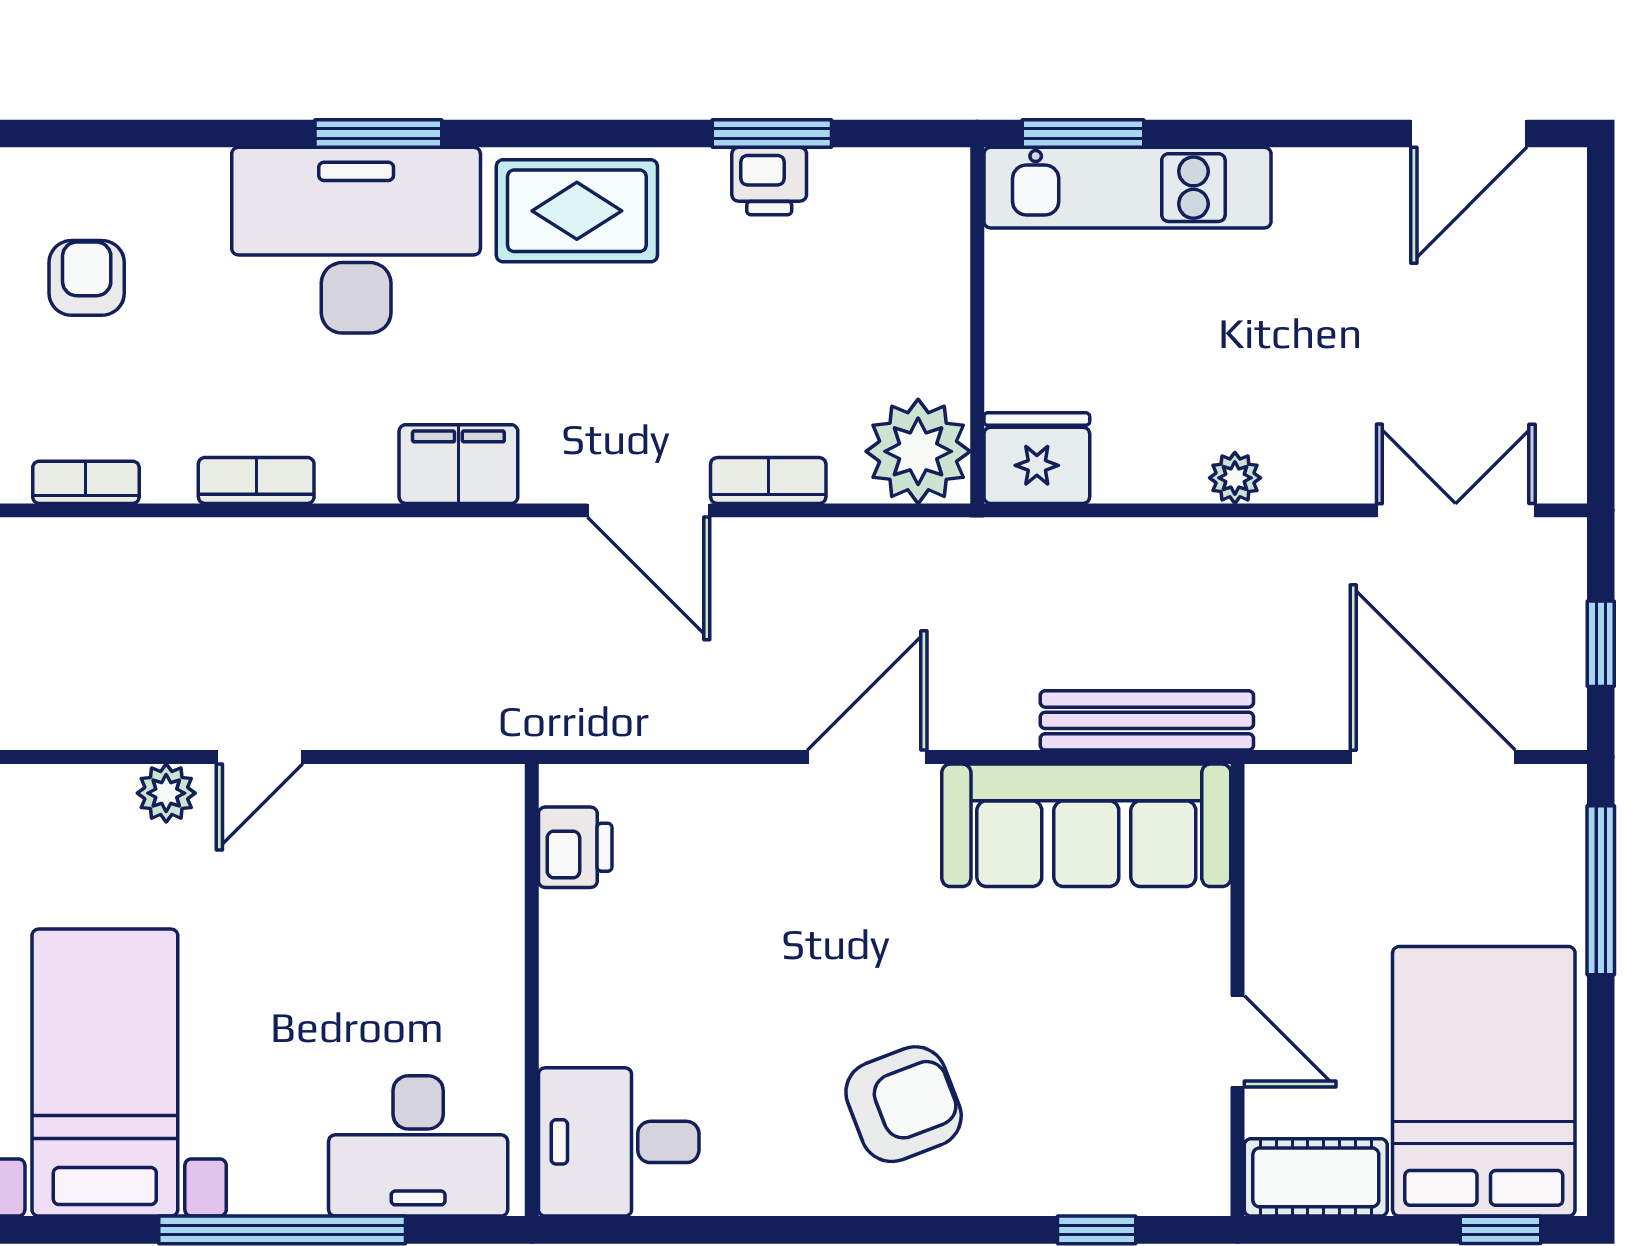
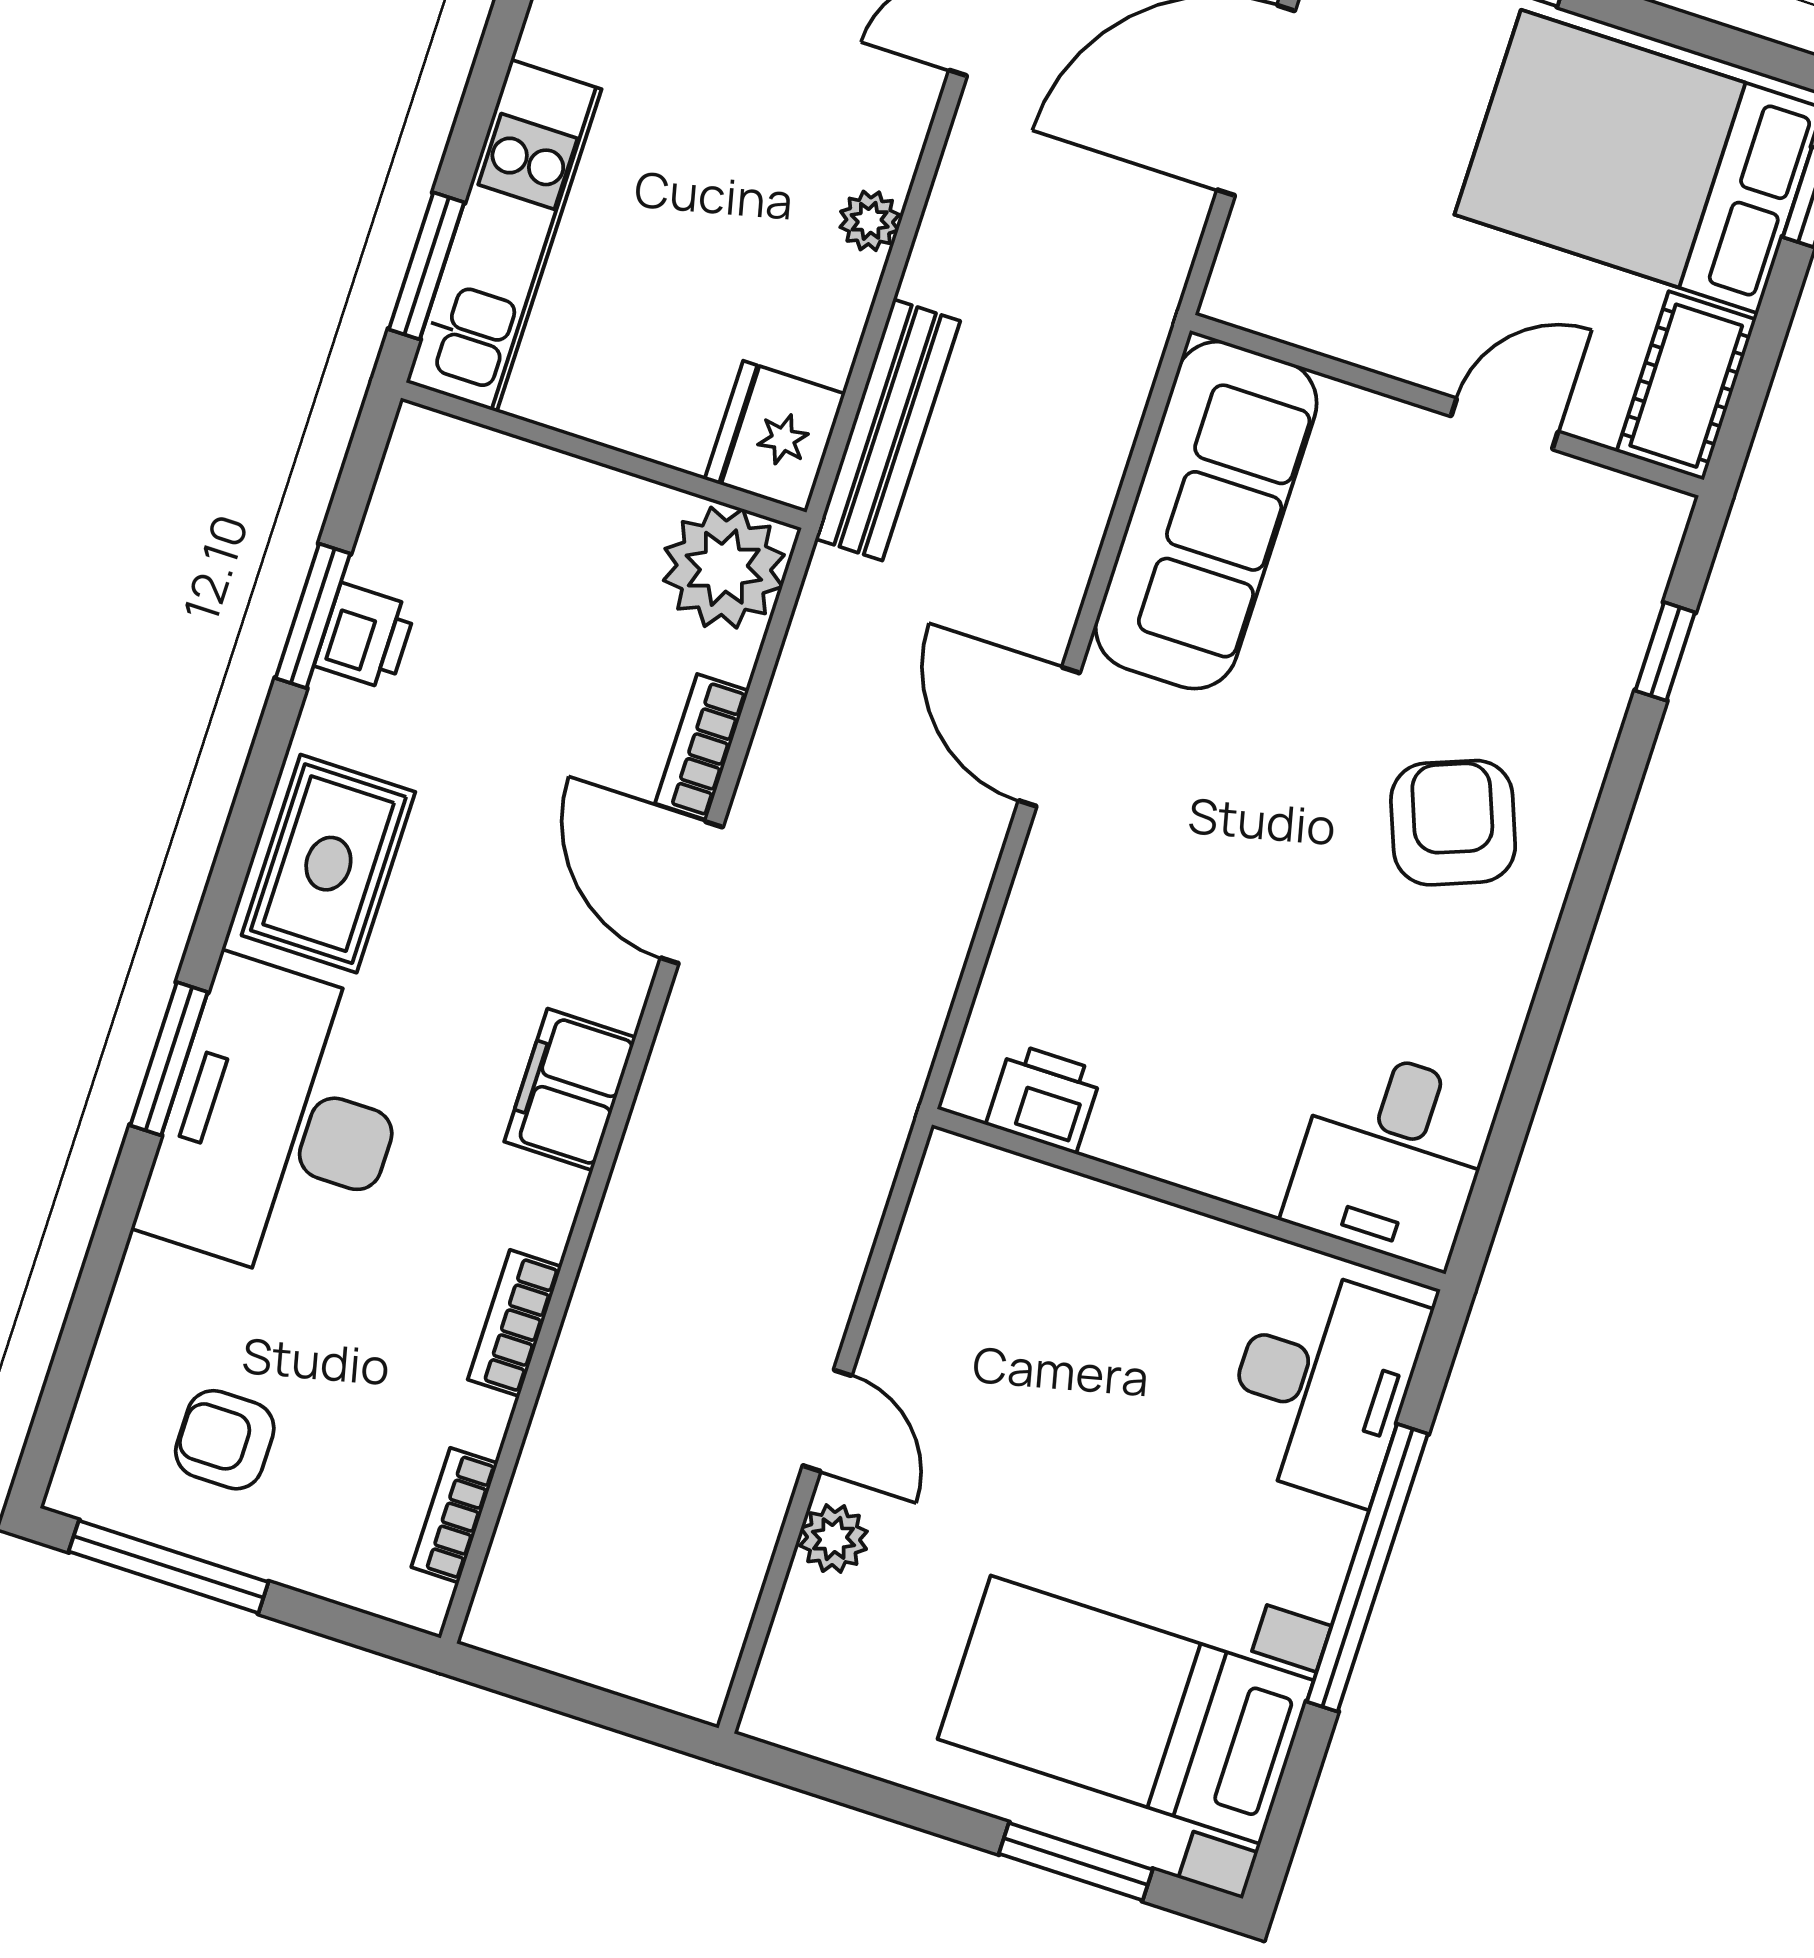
door: (649, 510) -> (692, 892), swing flipped
bench: (1147, 720) -> (888, 430), moved

